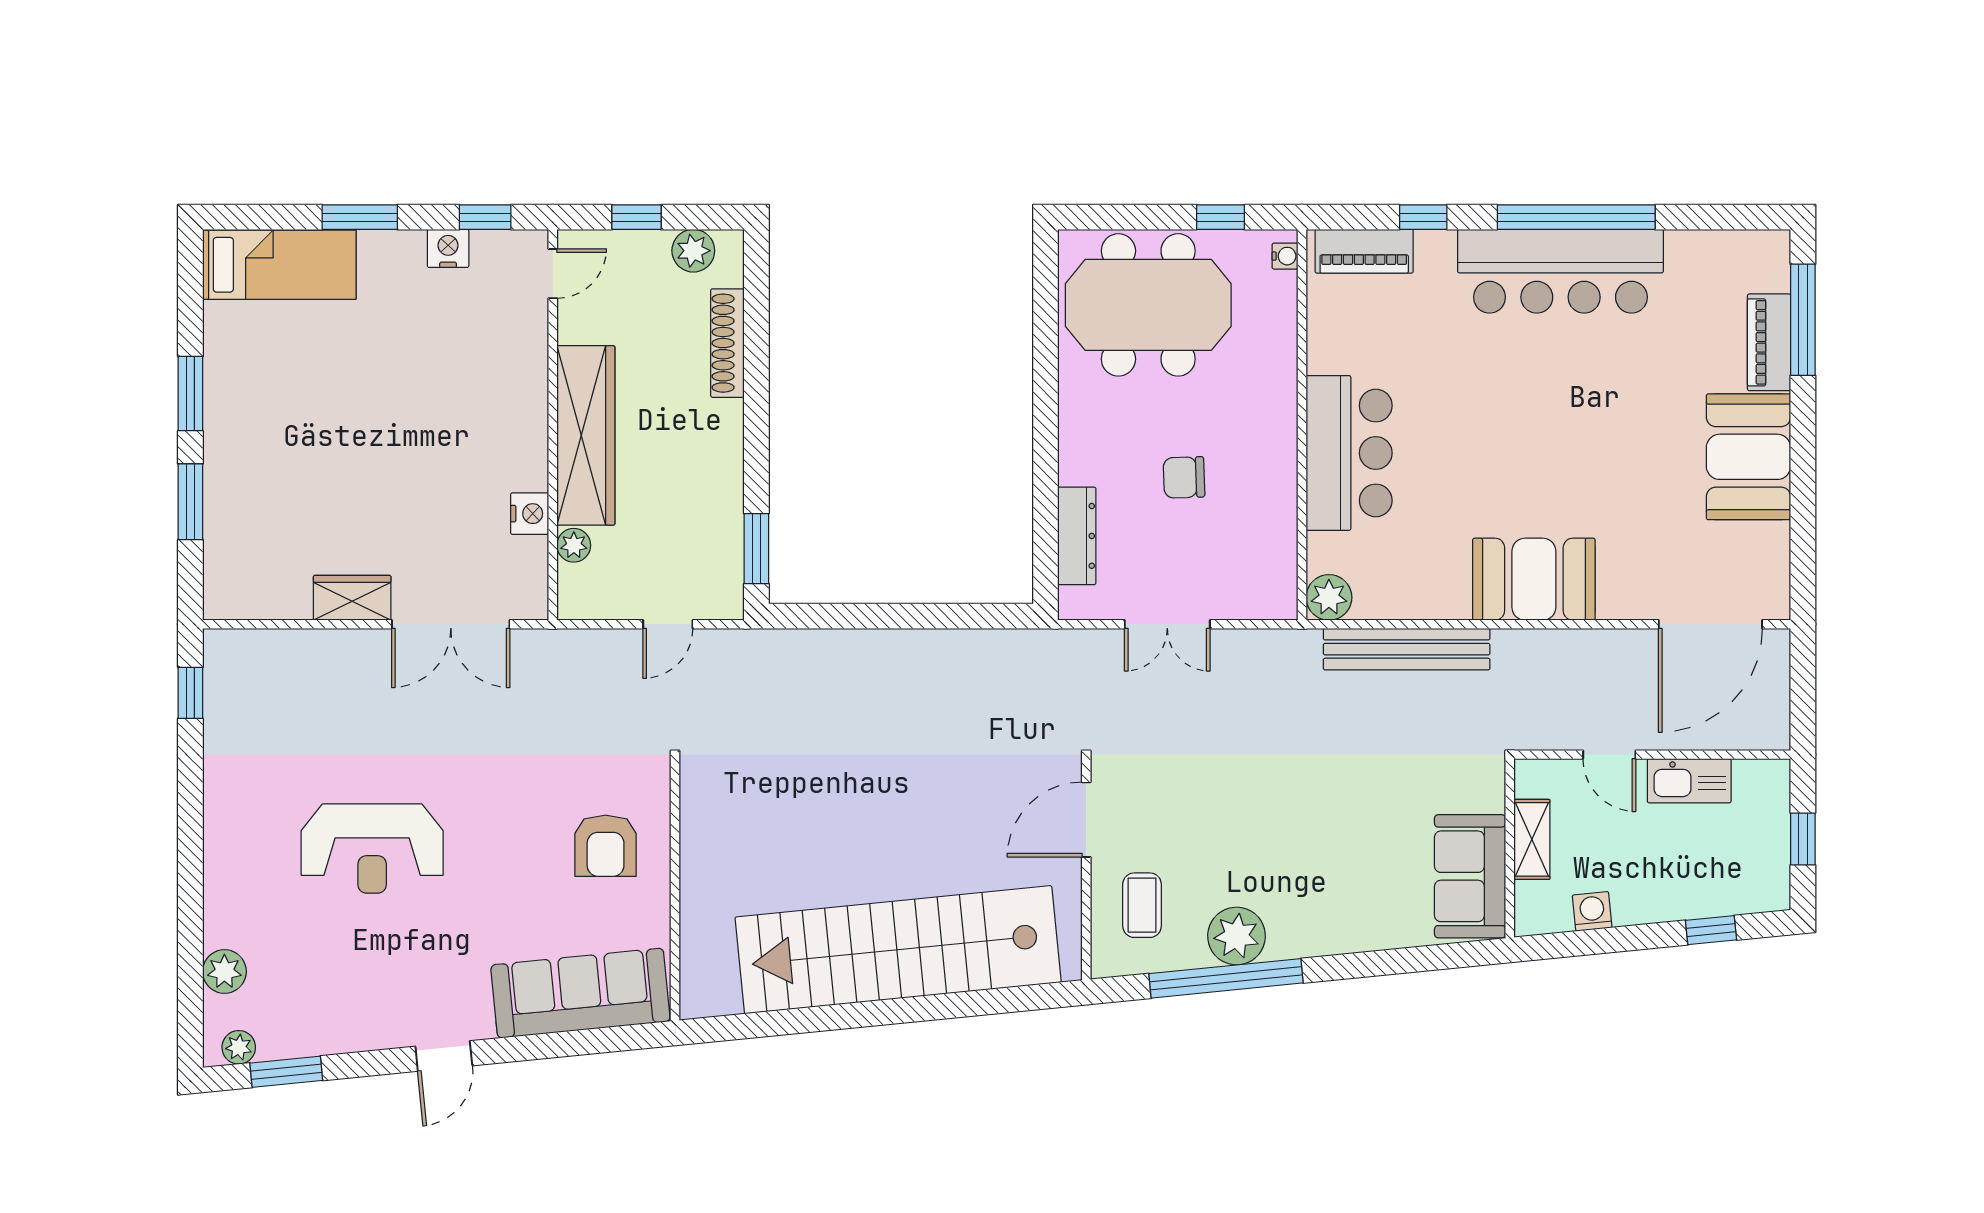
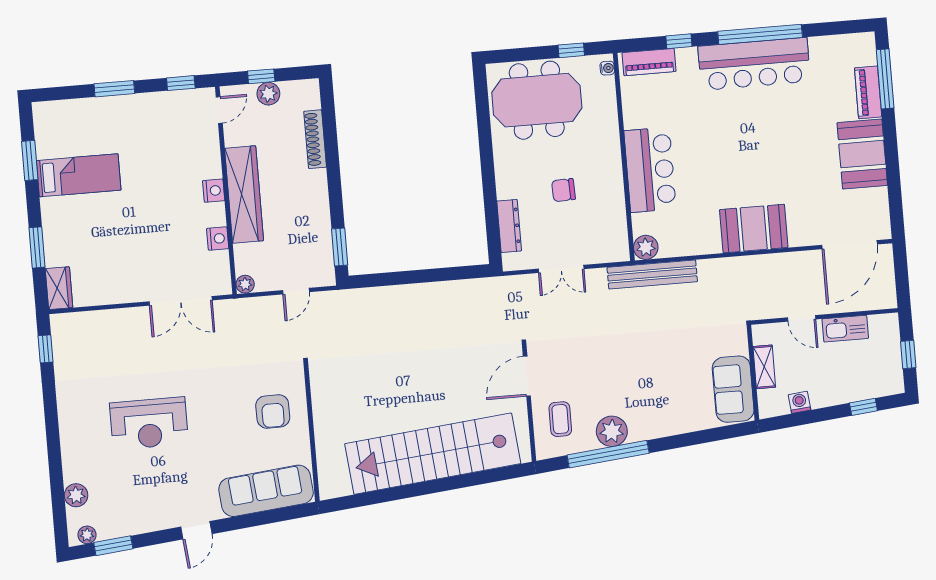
nightstand: (448, 248) -> (214, 191), moved, turned 90
plant: (693, 251) -> (268, 94), moved
bed: (279, 265) -> (79, 175), moved
window: (190, 393) -> (30, 160), moved
plant: (574, 545) -> (245, 284), moved
wardrobe: (352, 598) -> (59, 288), moved, turned 90
bench: (1407, 649) -> (652, 274), moved

